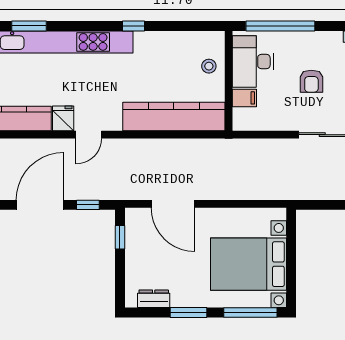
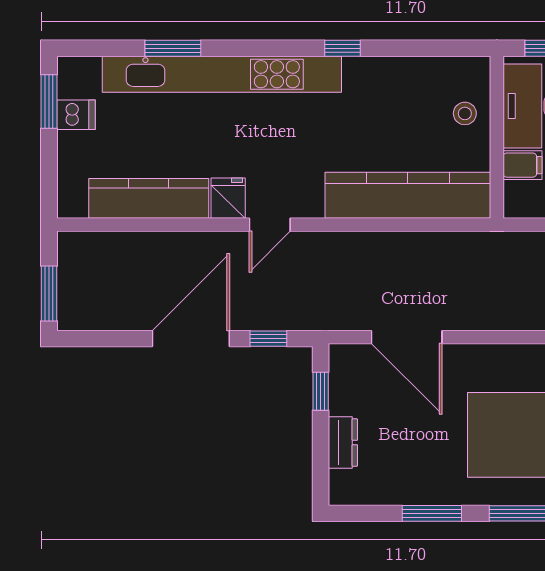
dresser: (154, 299) -> (343, 443), moved, turned 90

